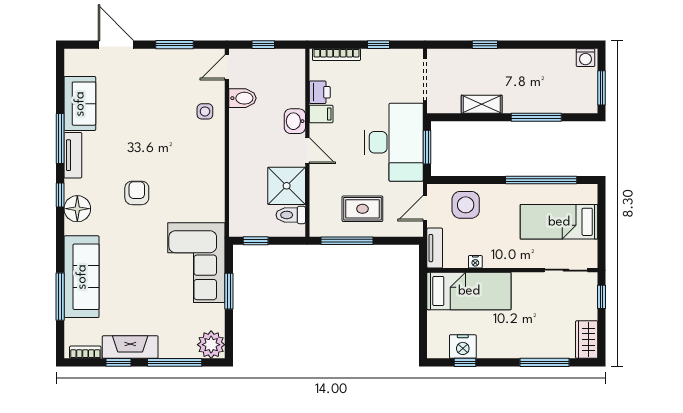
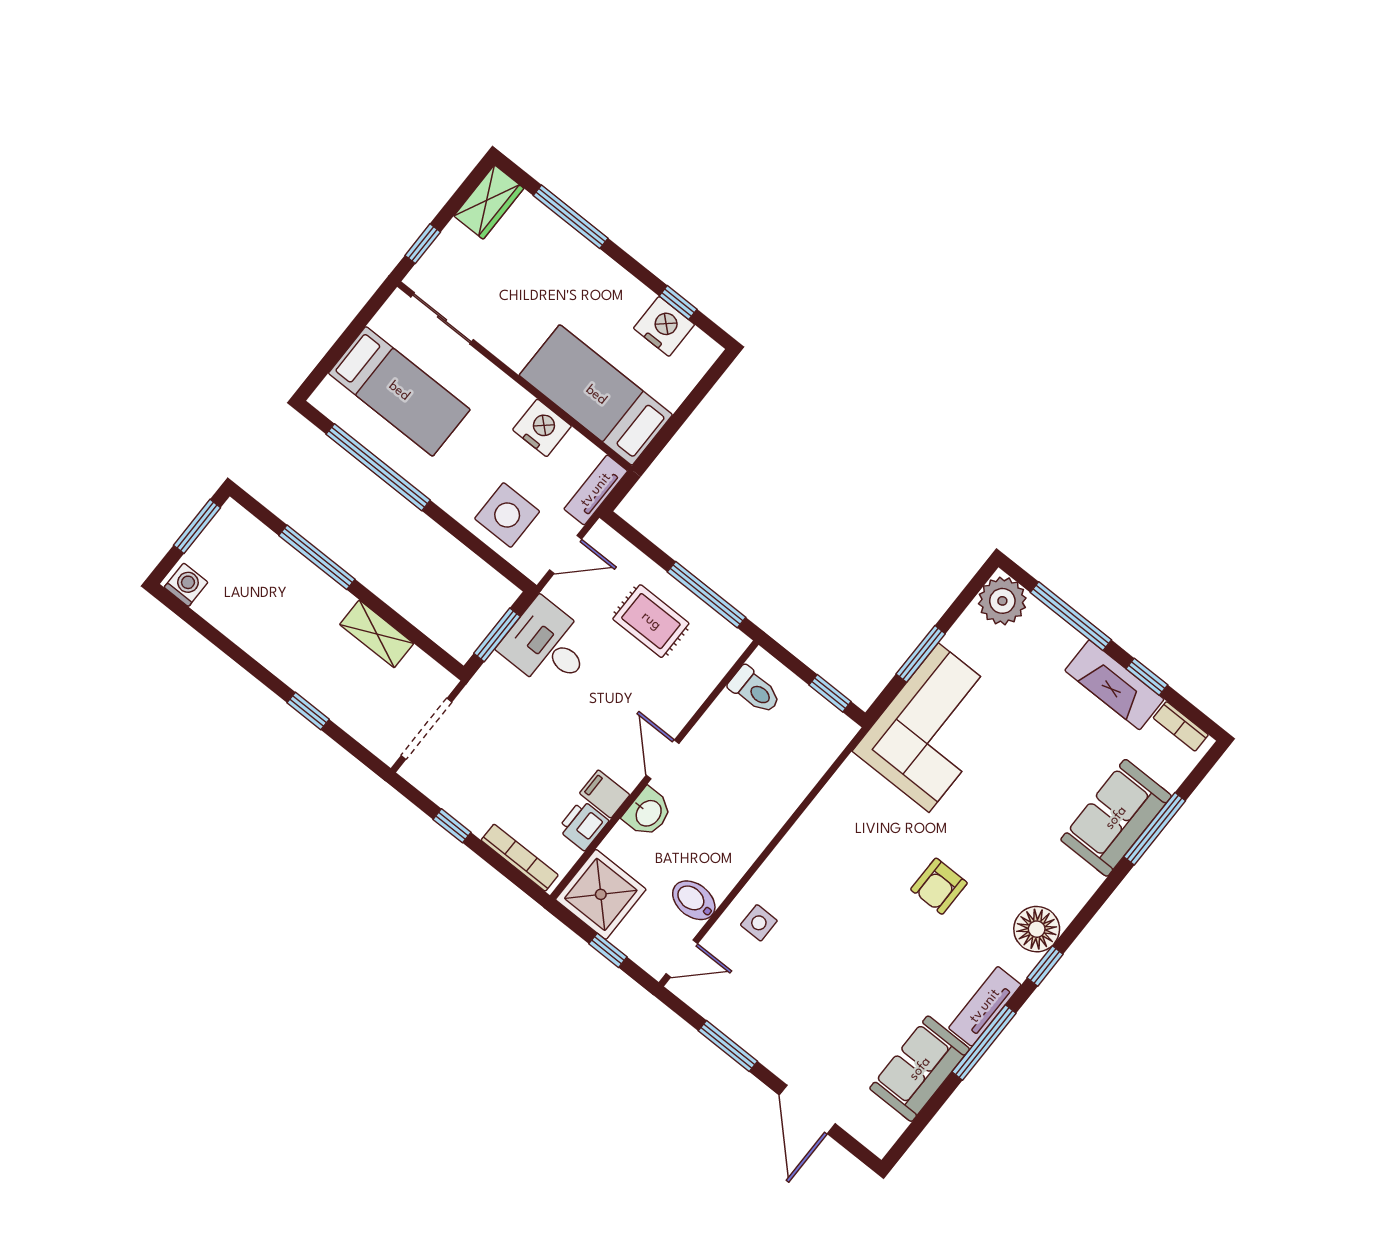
desk: (394, 142) -> (547, 645), width x0.53, depth x0.77
shower: (287, 186) -> (601, 894), moved
nightstand: (475, 262) -> (542, 428), width x1.89, depth x1.79
sofa: (82, 277) -> (1116, 818), width x0.73

